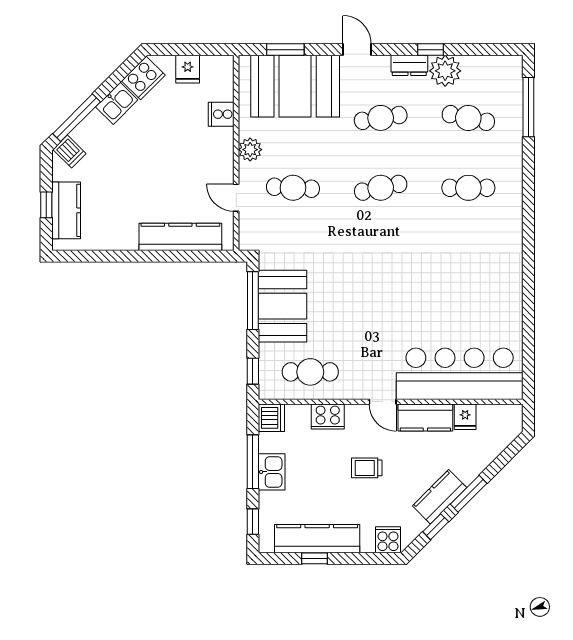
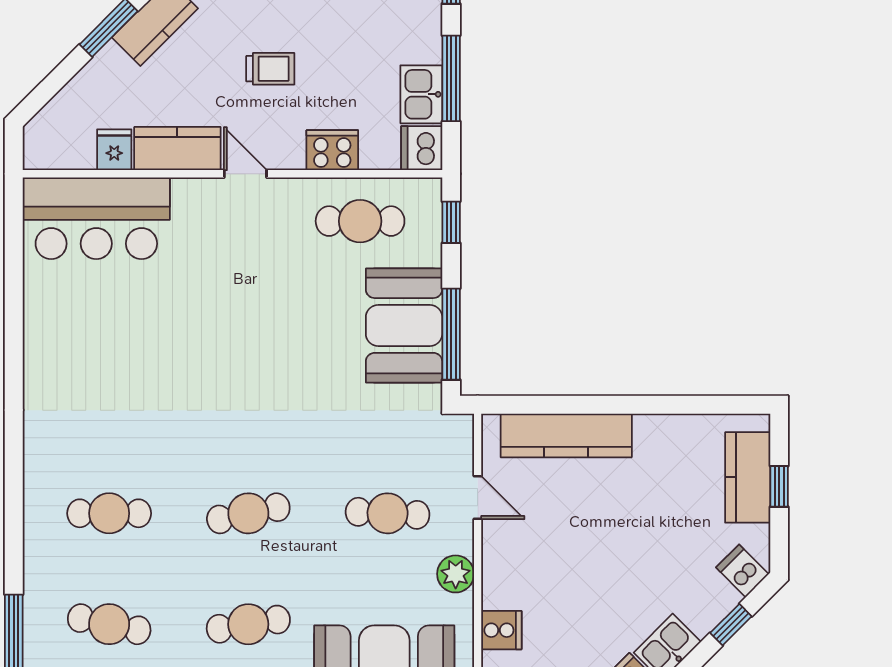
window: (77, 118) -> (731, 625), width x0.46
bar counter: (460, 374) -> (96, 218), width x0.73
kitchen sink: (272, 472) -> (421, 94), moved

